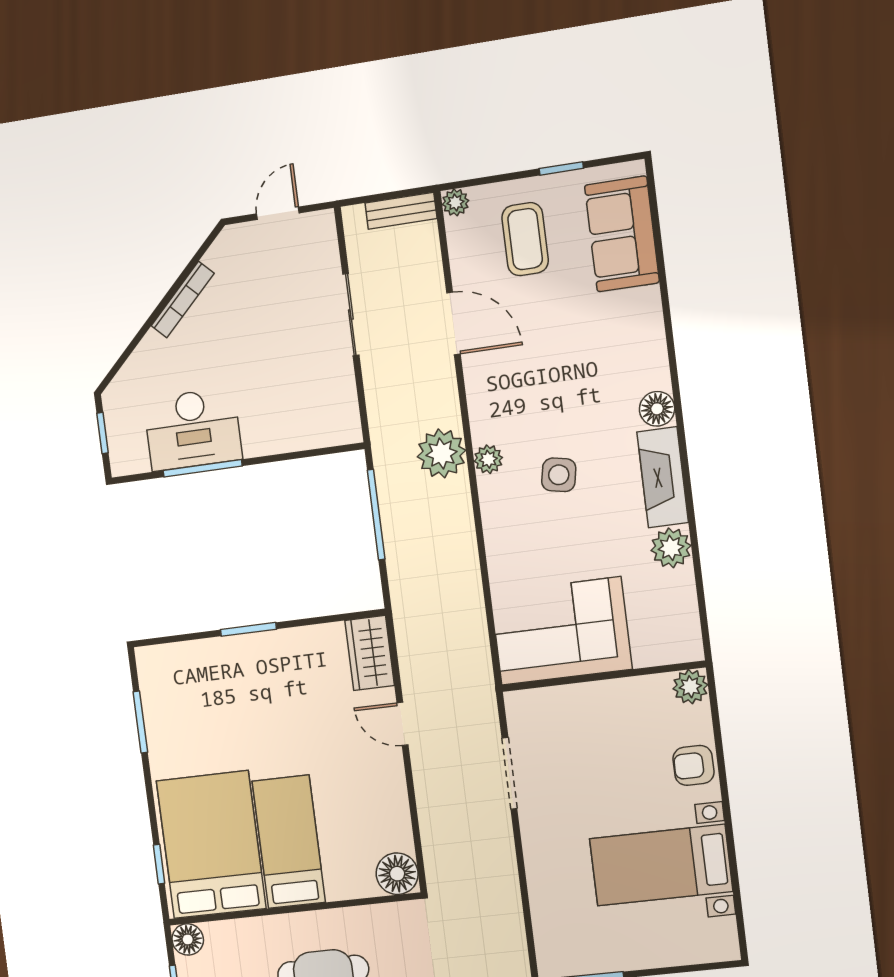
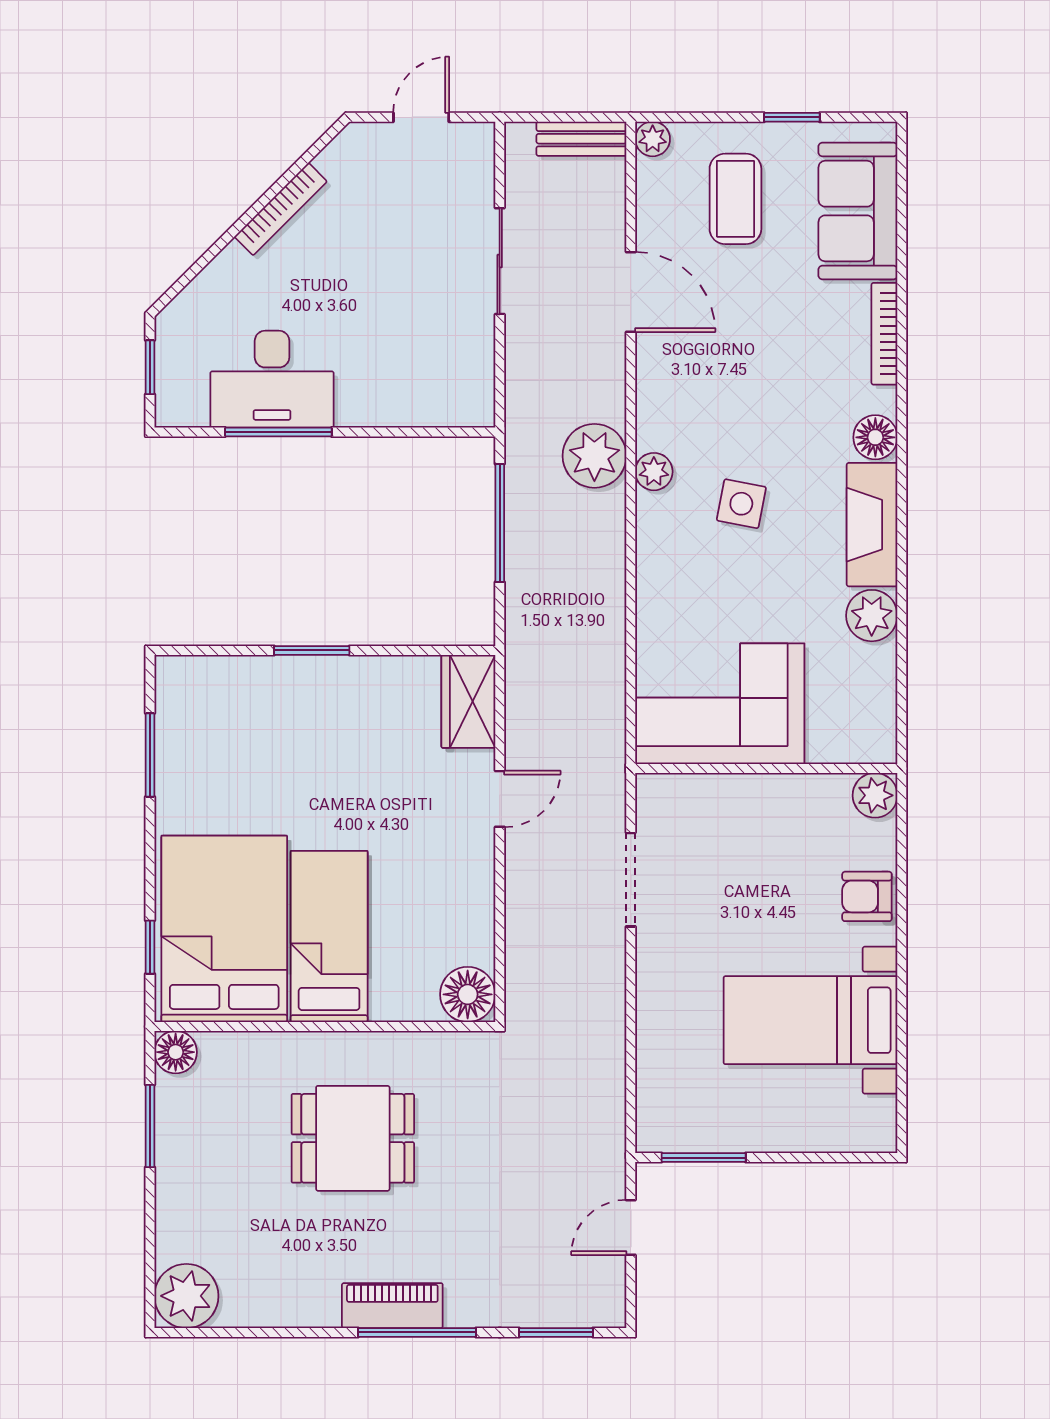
bookcase: (654, 327) -> (884, 334), added
door: (402, 724) -> (500, 799), swing flipped

